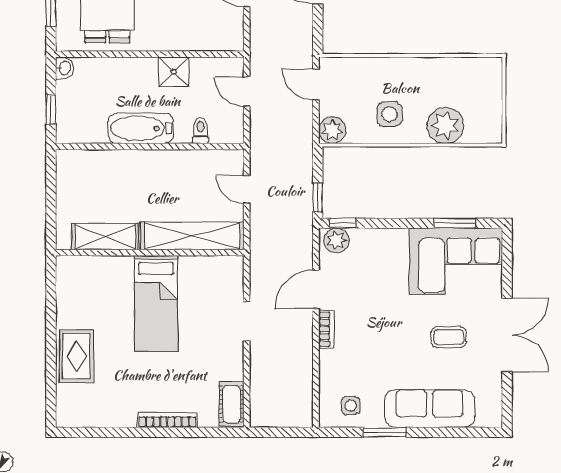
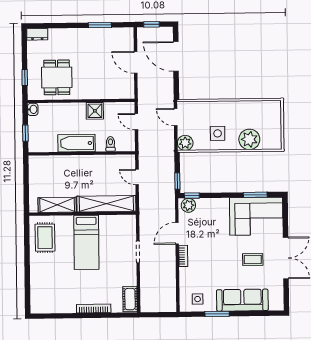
rug: (76, 356) -> (45, 238), moved

